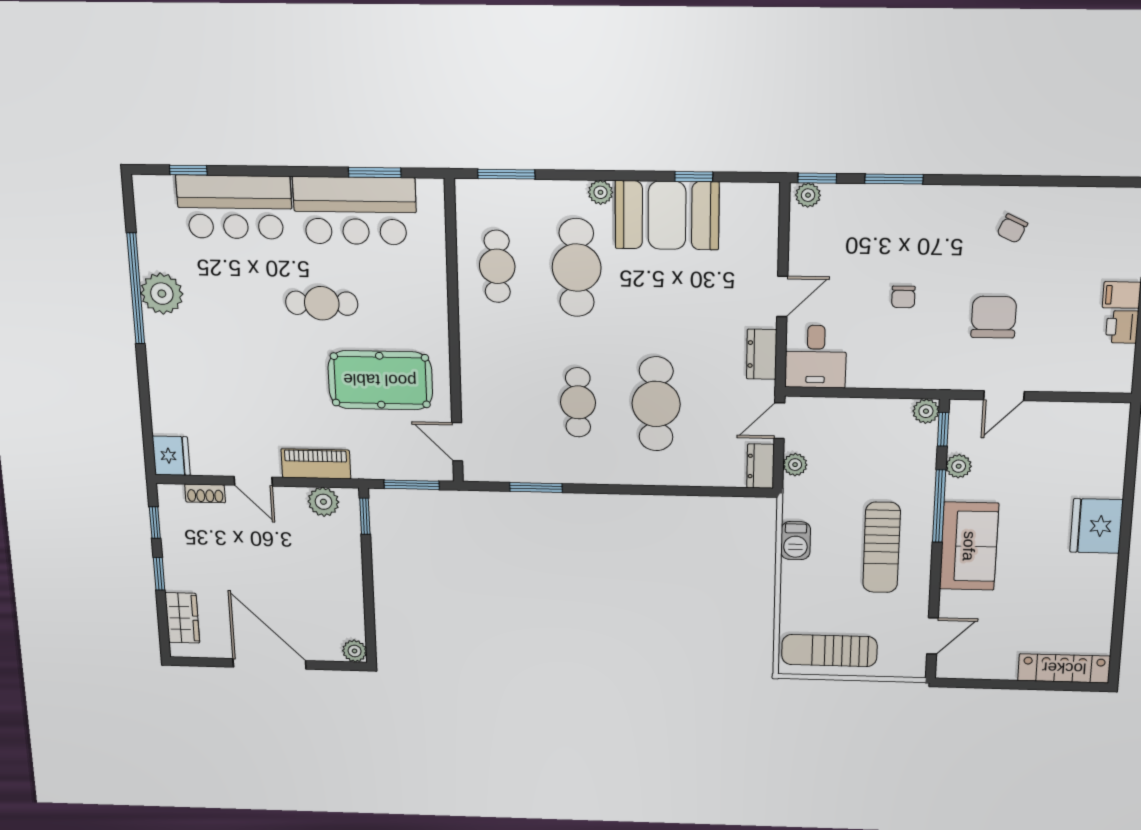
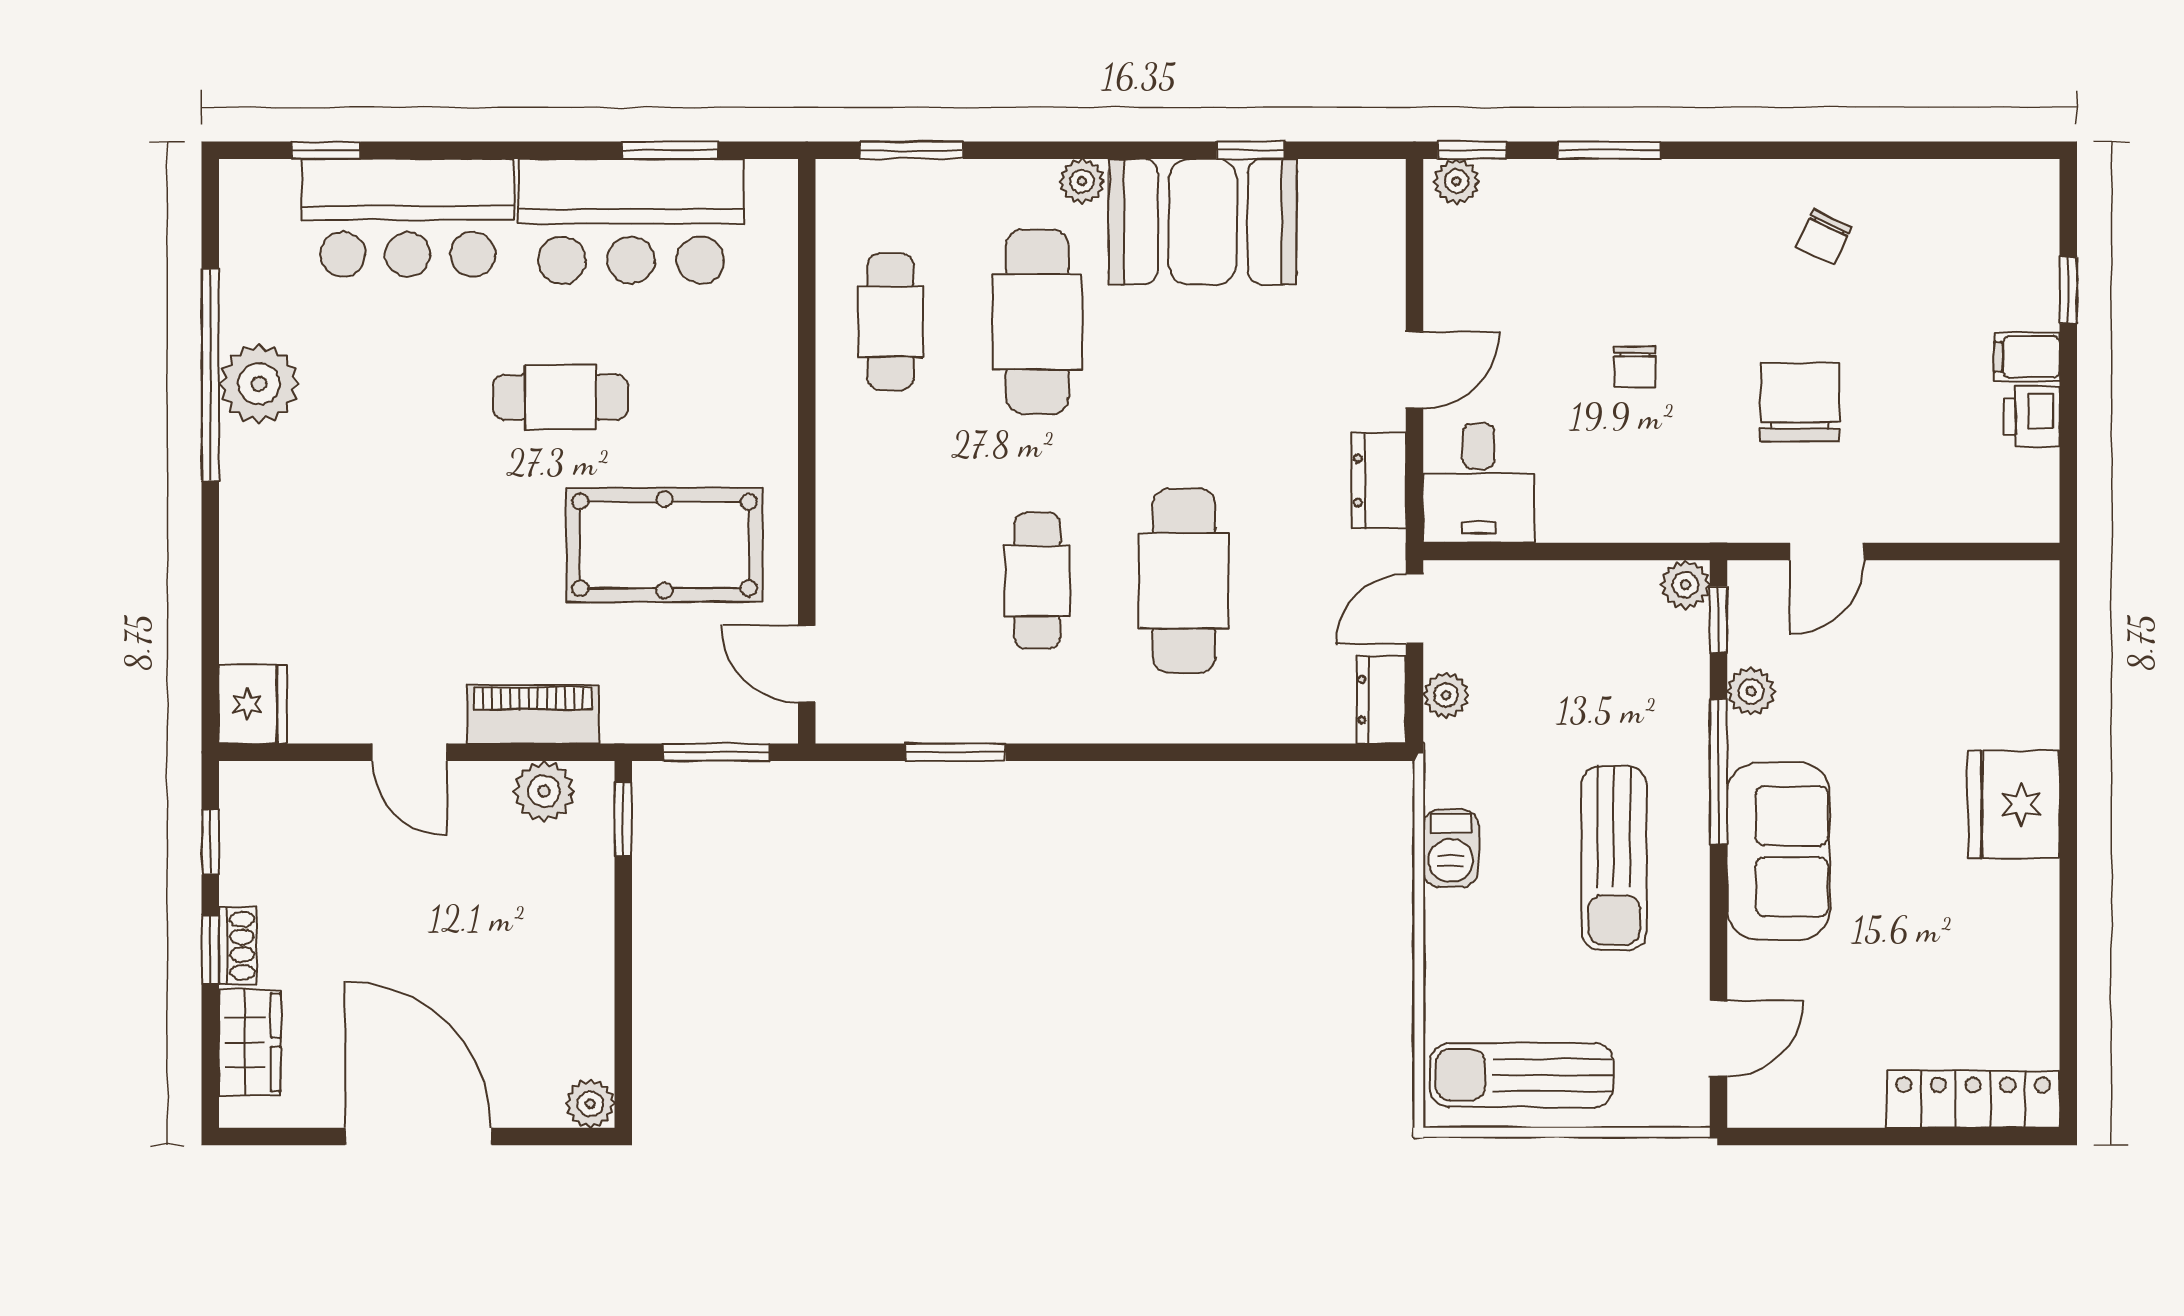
shoe rack: (205, 493) -> (238, 946), moved, turned -90

